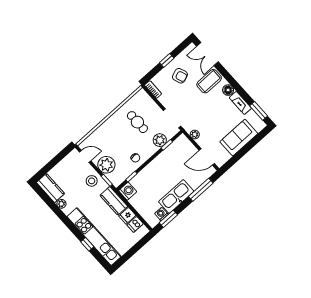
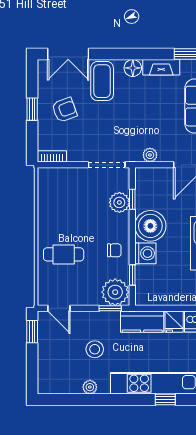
cafe table: (137, 122) -> (64, 254), moved
window: (63, 154) -> (32, 332), added
door: (85, 156) -> (59, 308), swing flipped
boiler: (162, 164) -> (150, 226), added
plant: (106, 165) -> (115, 292), moved
stool: (92, 181) -> (95, 349), moved
kitchen counter: (50, 188) -> (59, 383), removed
washing machine: (128, 191) -> (145, 253), moved, turned 90

